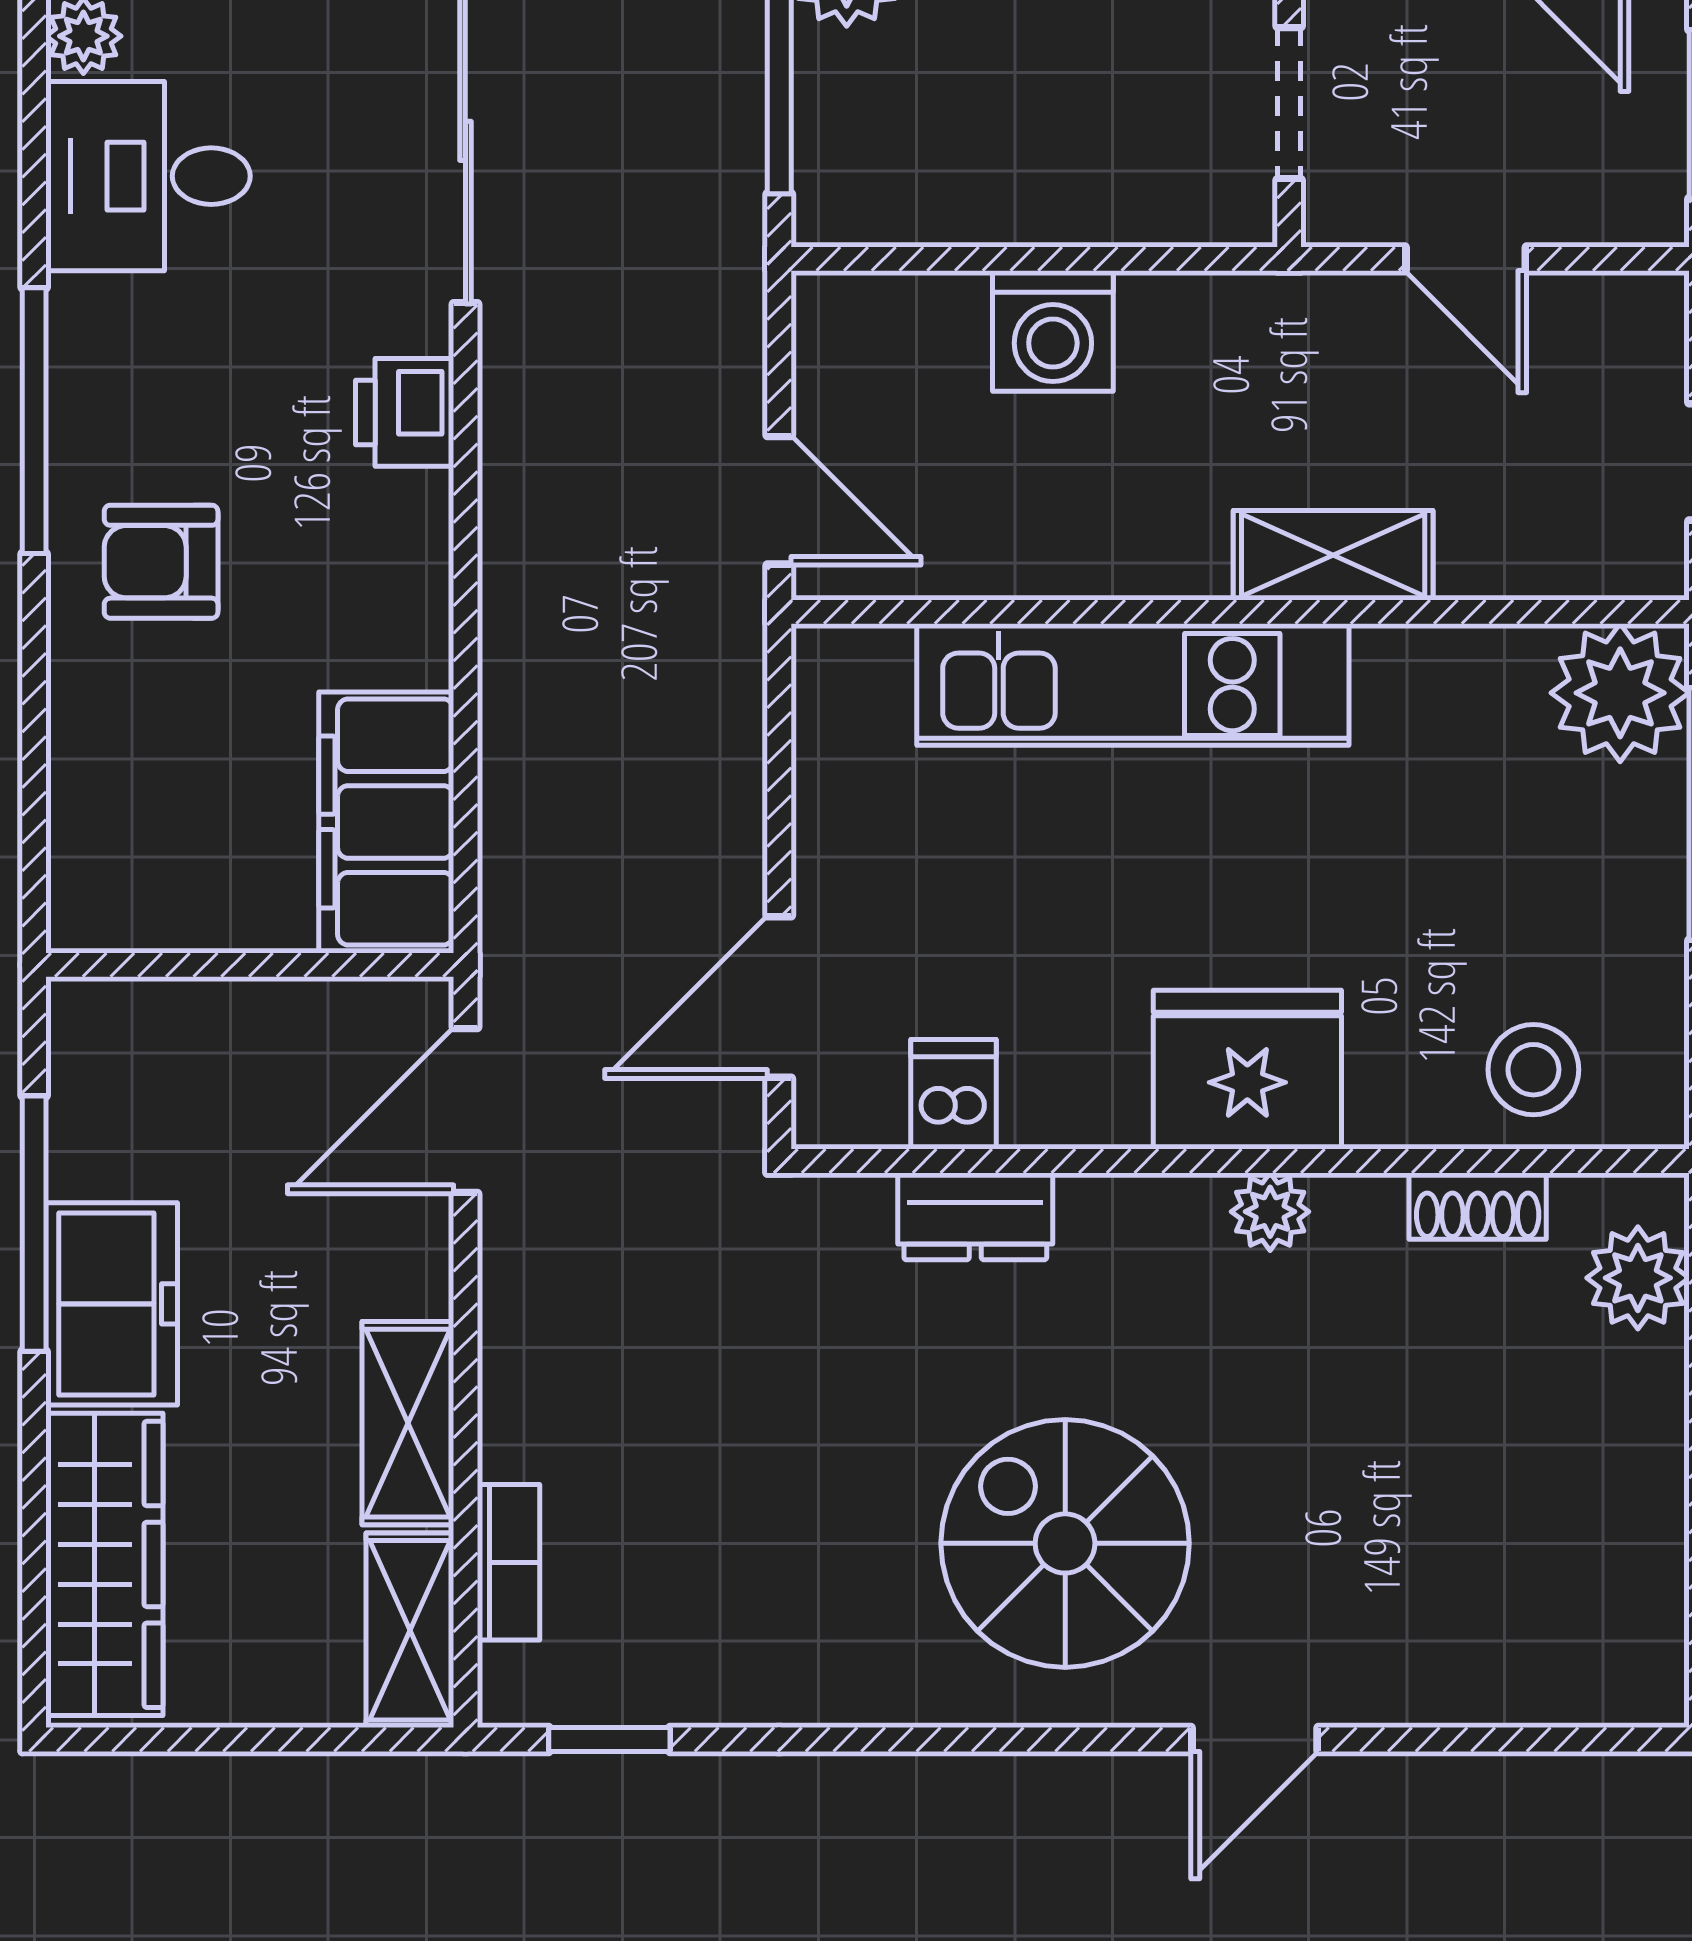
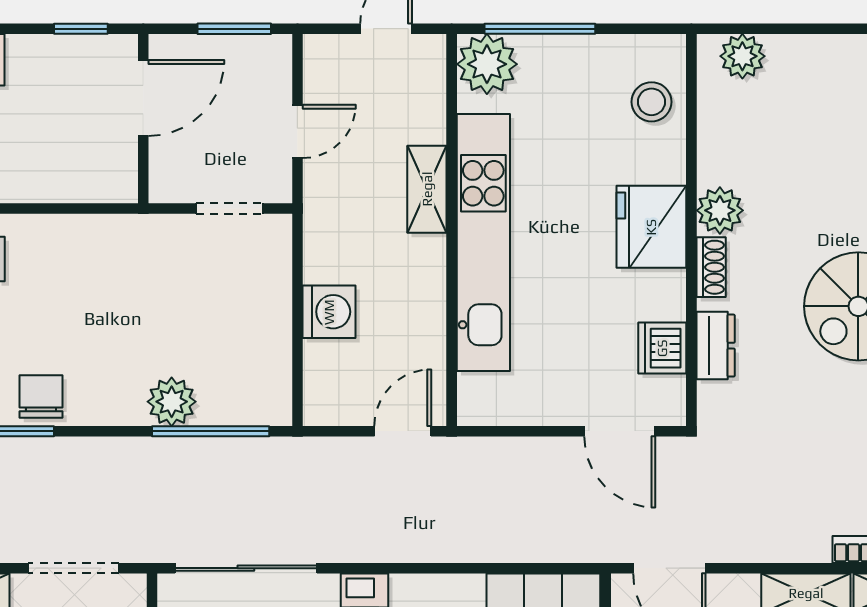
kitchen unit: (1133, 685) -> (483, 242), width x1.36
dishwasher: (954, 1094) -> (662, 348), width x1.38
shoe rack: (1478, 1206) -> (711, 267), moved
plant: (1270, 1212) -> (720, 210), width x1.38, depth x1.38

